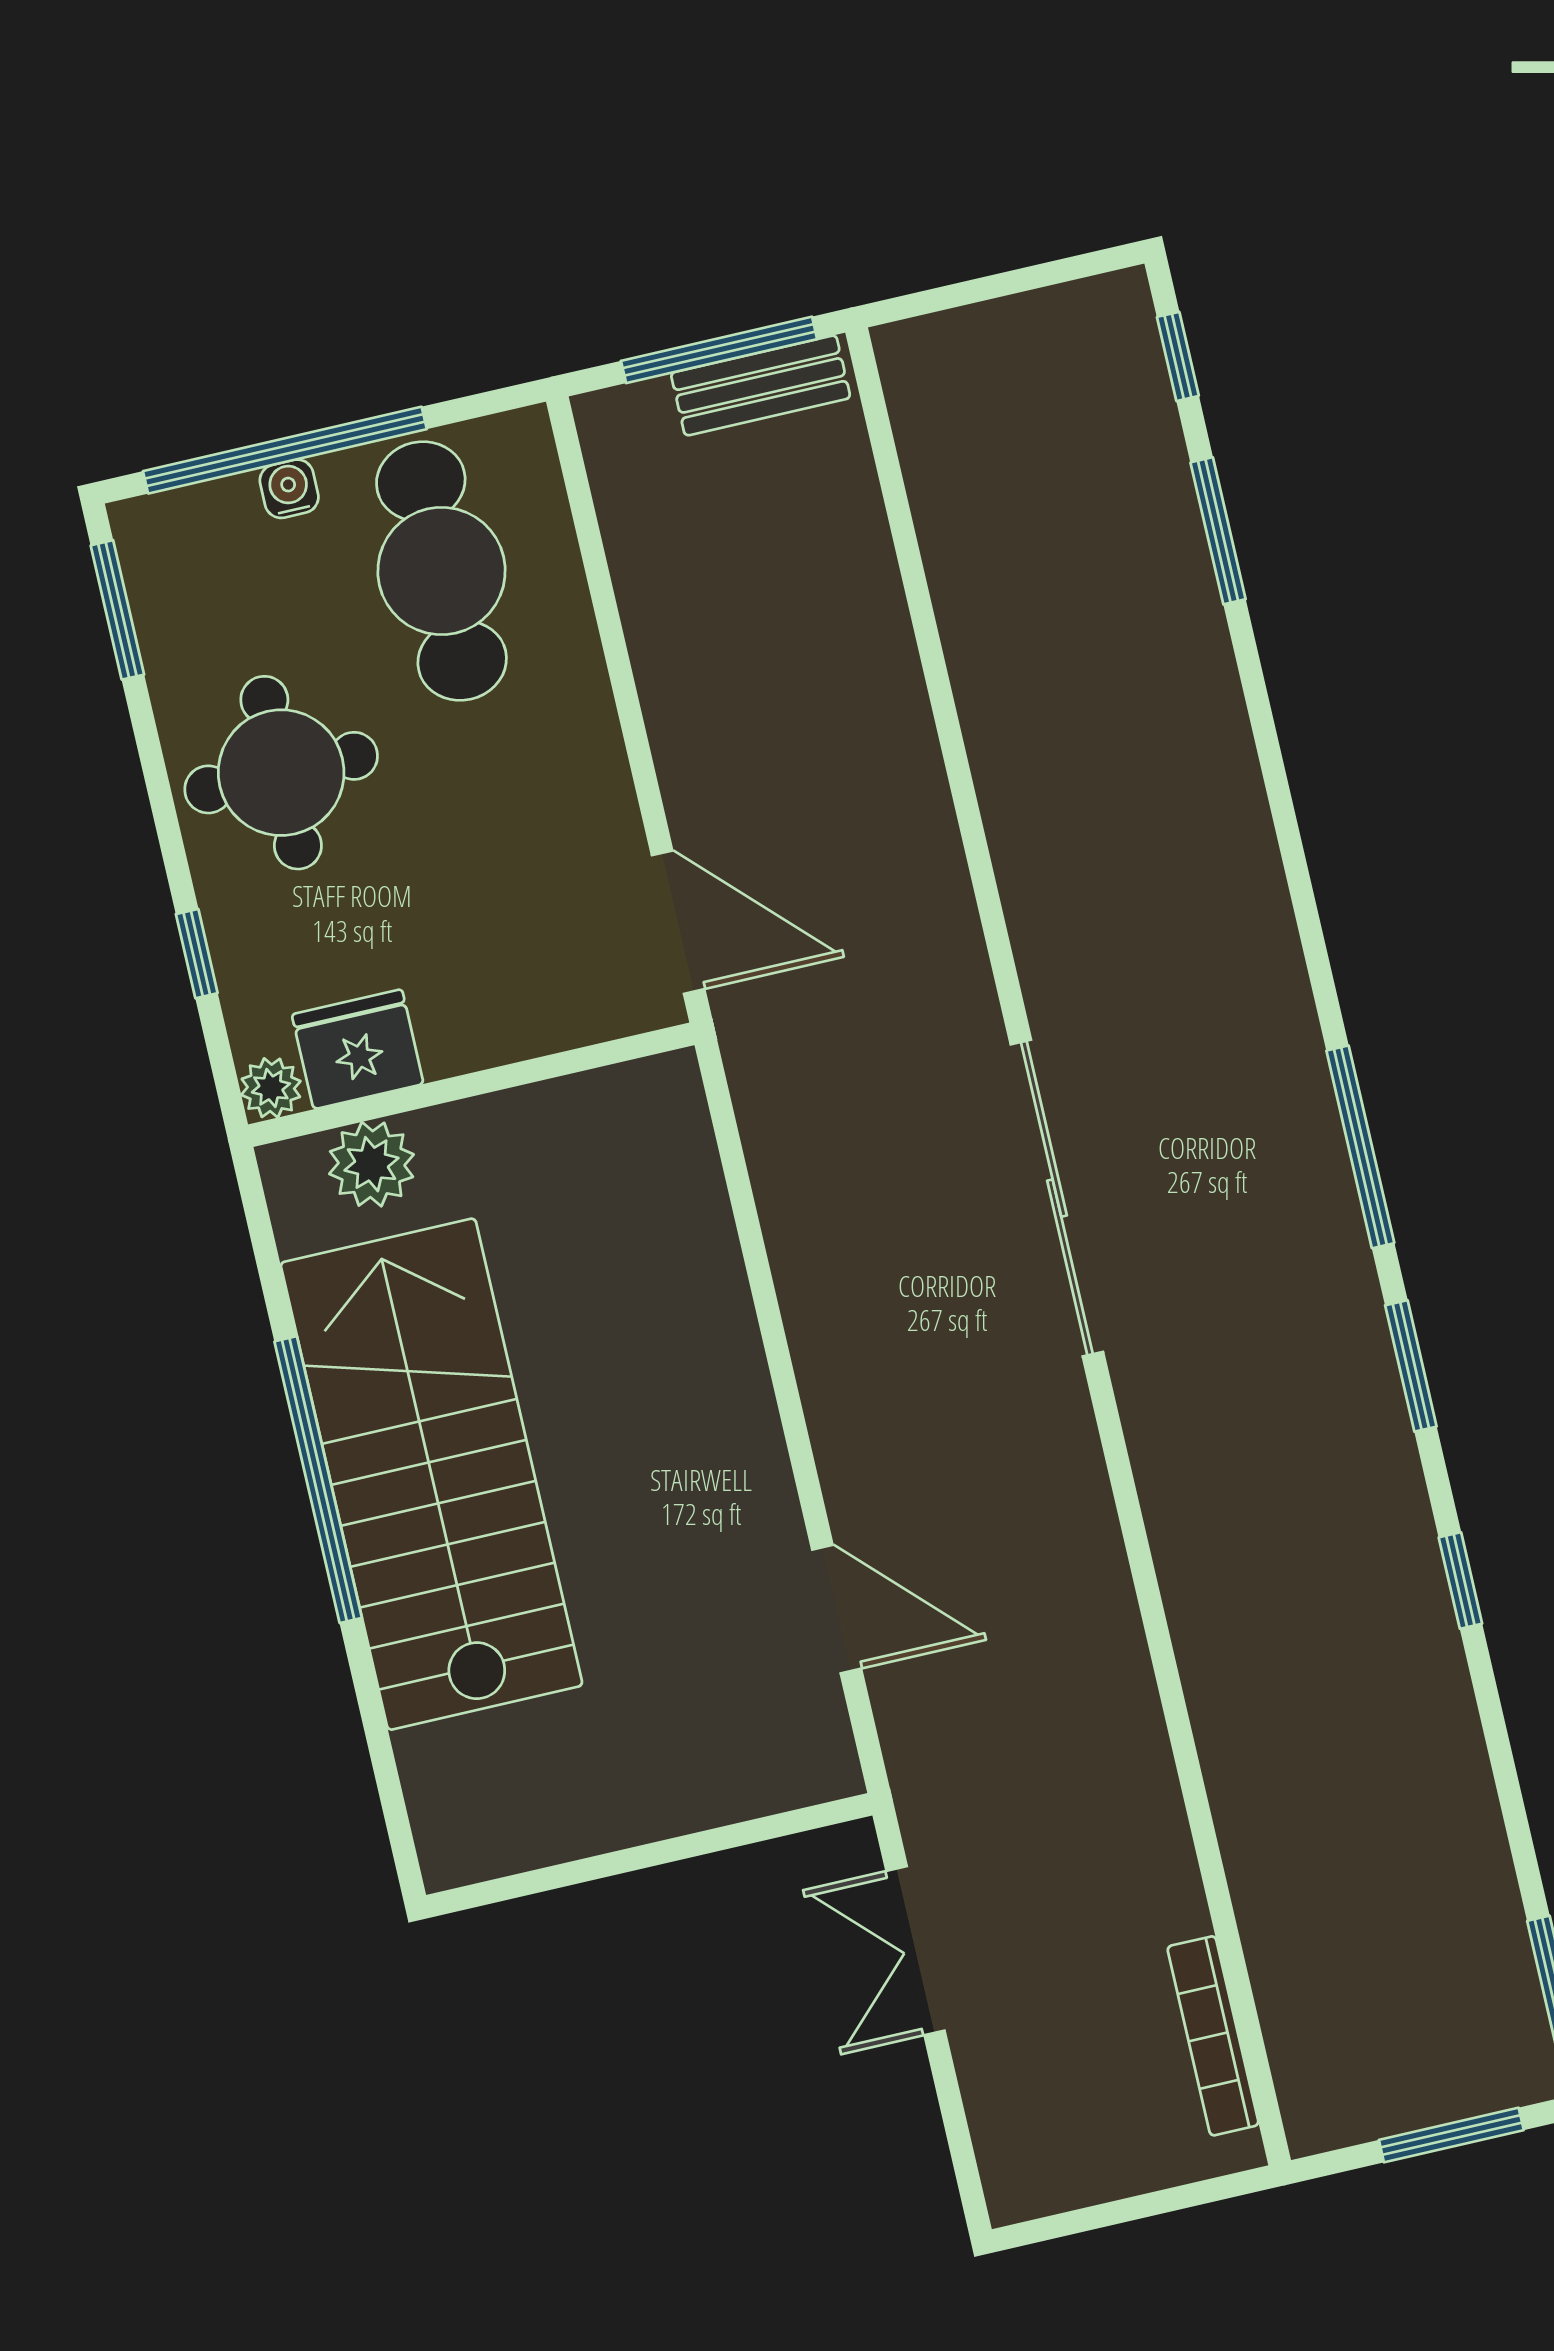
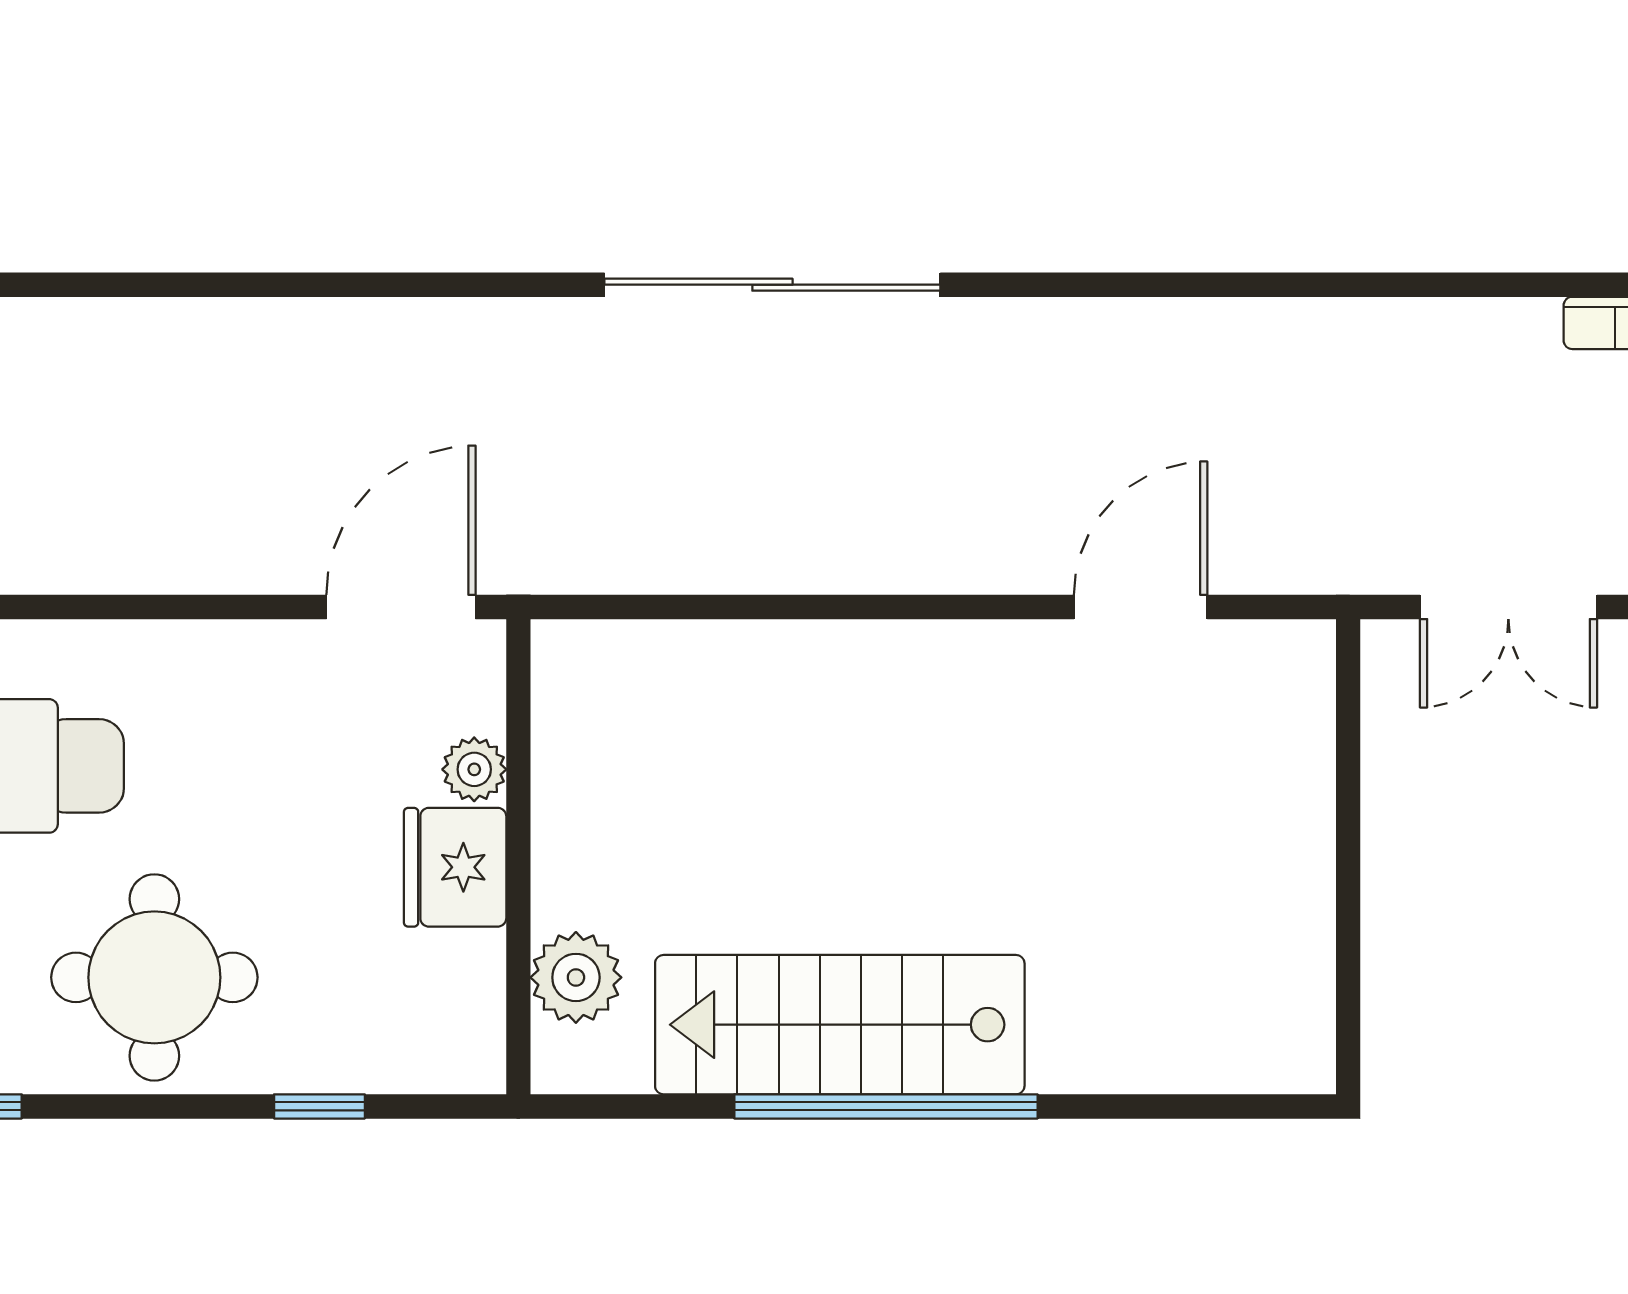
fridge: (358, 1049) -> (455, 867), moved
plant: (271, 1088) -> (474, 769), moved
stairs: (431, 1474) -> (840, 1025), width x0.73, depth x0.66

